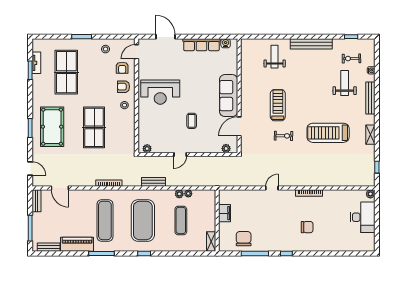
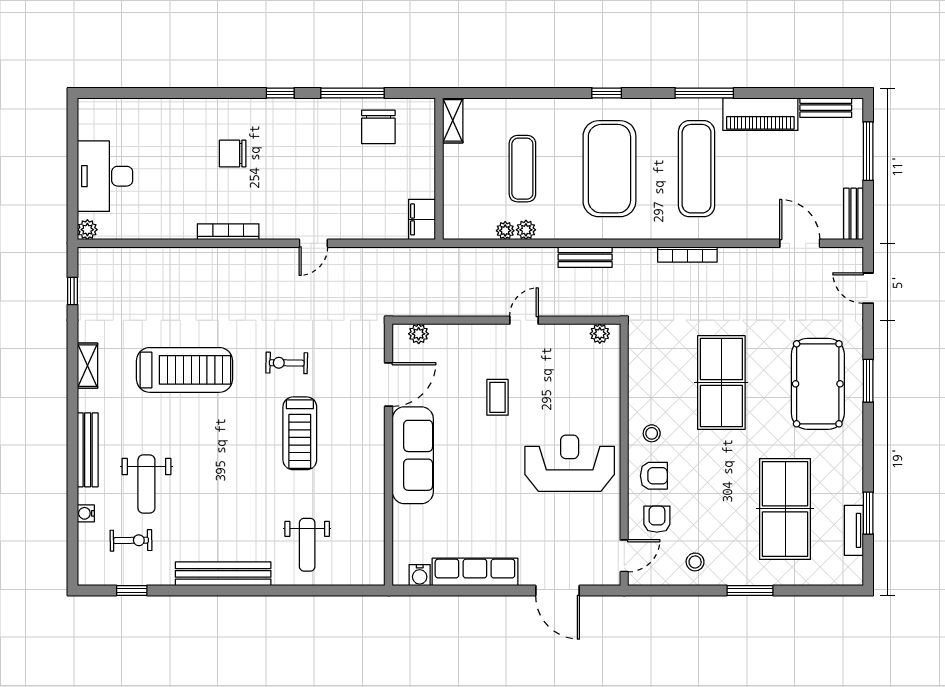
filing cabinet: (225, 213) -> (422, 219), moved

